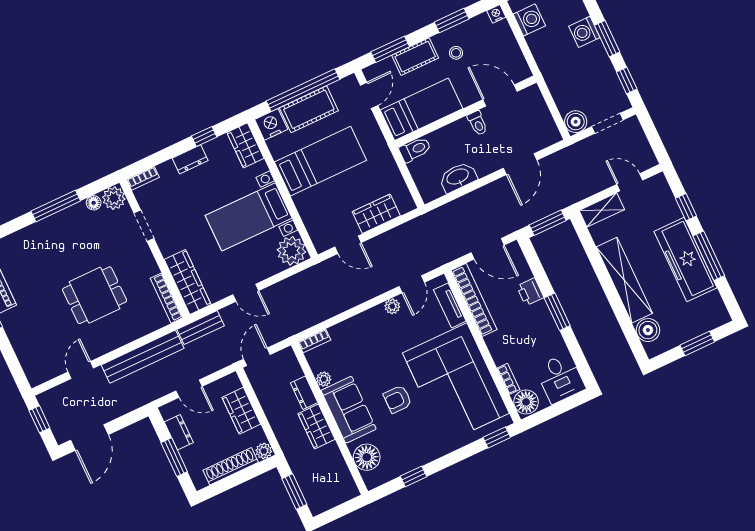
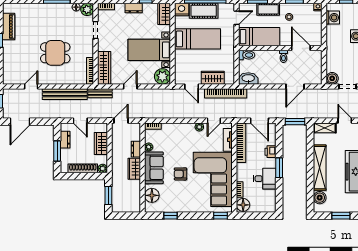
washbasin: (458, 177) -> (248, 78), moved
bookcase: (410, 230) -> (226, 93), added
door: (246, 293) -> (130, 86), swing flipped
desk: (560, 378) -> (265, 179), moved, turned -90

